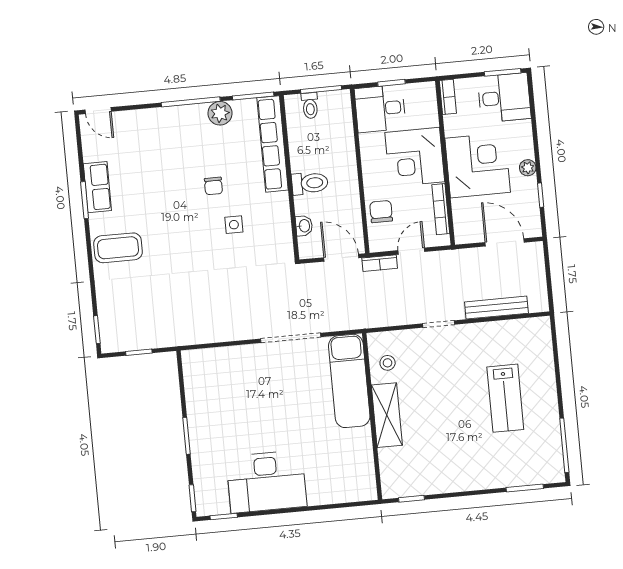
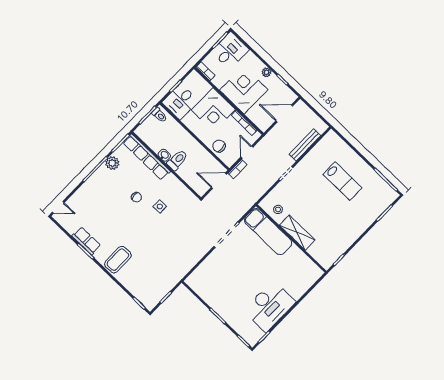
toilet: (310, 106) -> (159, 115), moved
washbasin: (304, 226) -> (164, 155), moved

